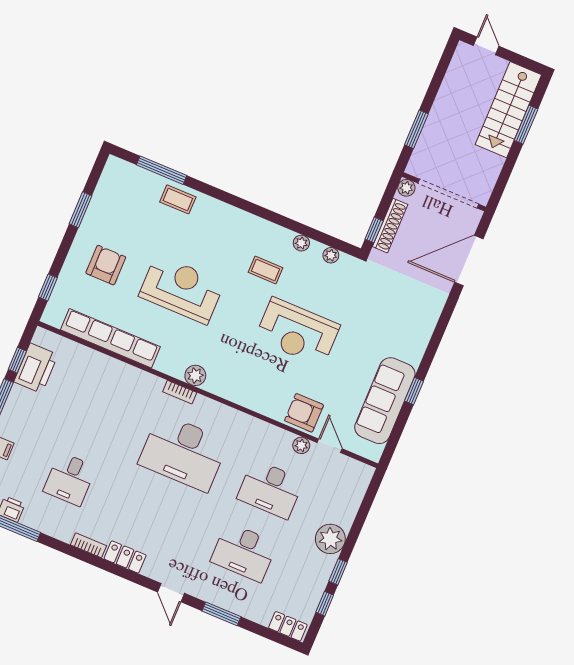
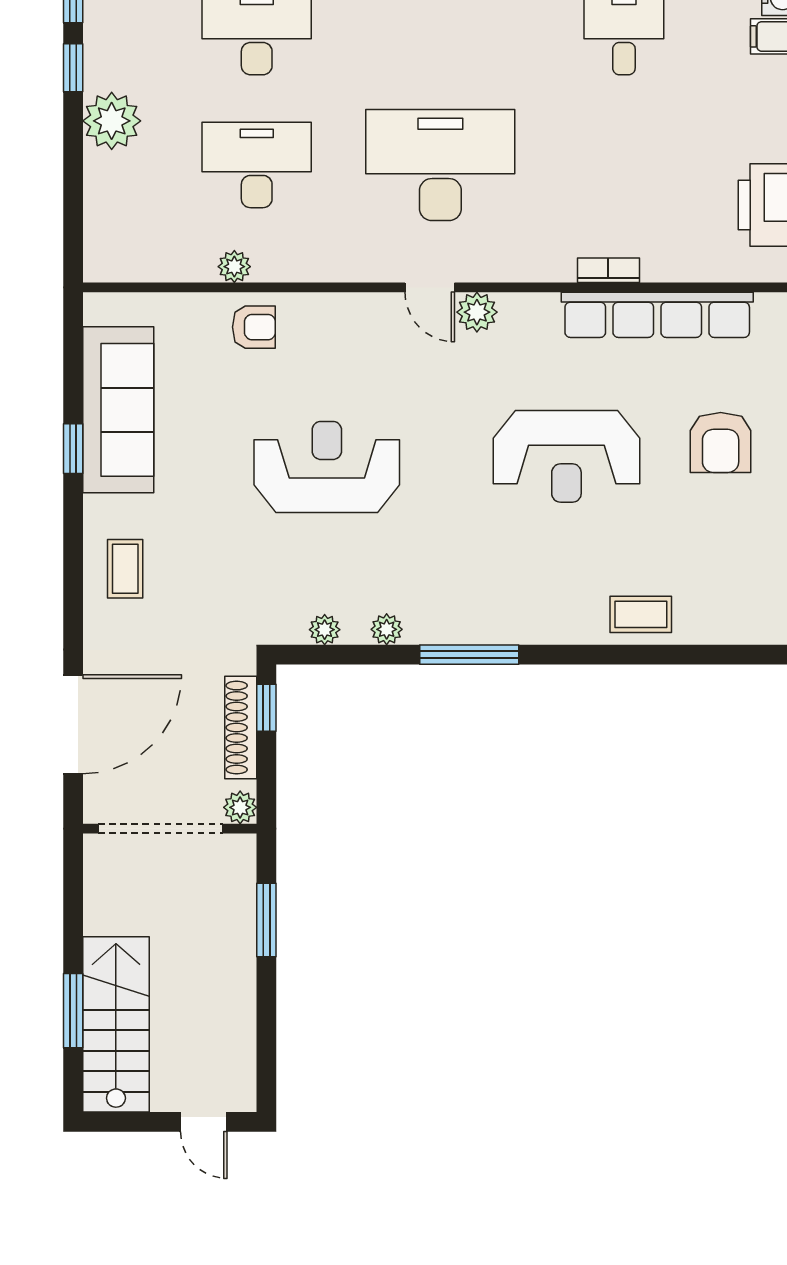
window: (162, 170) -> (469, 655), moved
coffee table: (265, 270) -> (125, 569), moved, turned 90
bookcase: (180, 392) -> (608, 270), moved
armchair: (304, 413) -> (254, 327), width x0.72, depth x0.72
door: (330, 446) -> (430, 287), moved

